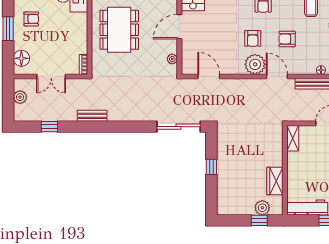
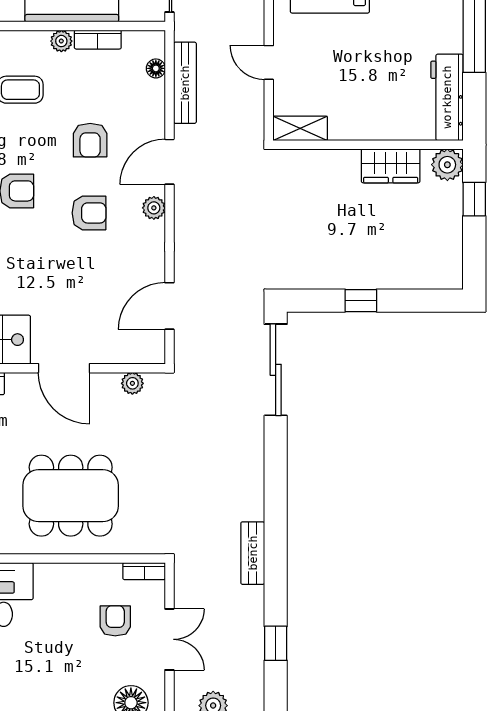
armchair: (31, 19) -> (115, 621), moved
plant: (255, 64) -> (154, 208), width x0.53, depth x0.53
plant: (262, 208) -> (447, 165), moved

